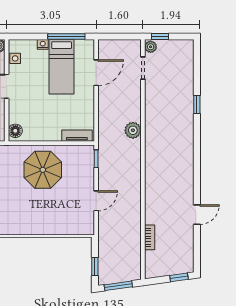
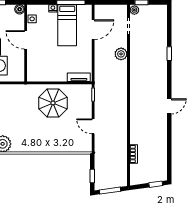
plant: (133, 130) -> (121, 54), moved
floor lamp: (15, 131) -> (32, 74), removed
door: (96, 201) -> (93, 126), swing flipped
door: (197, 215) -> (169, 106), moved

